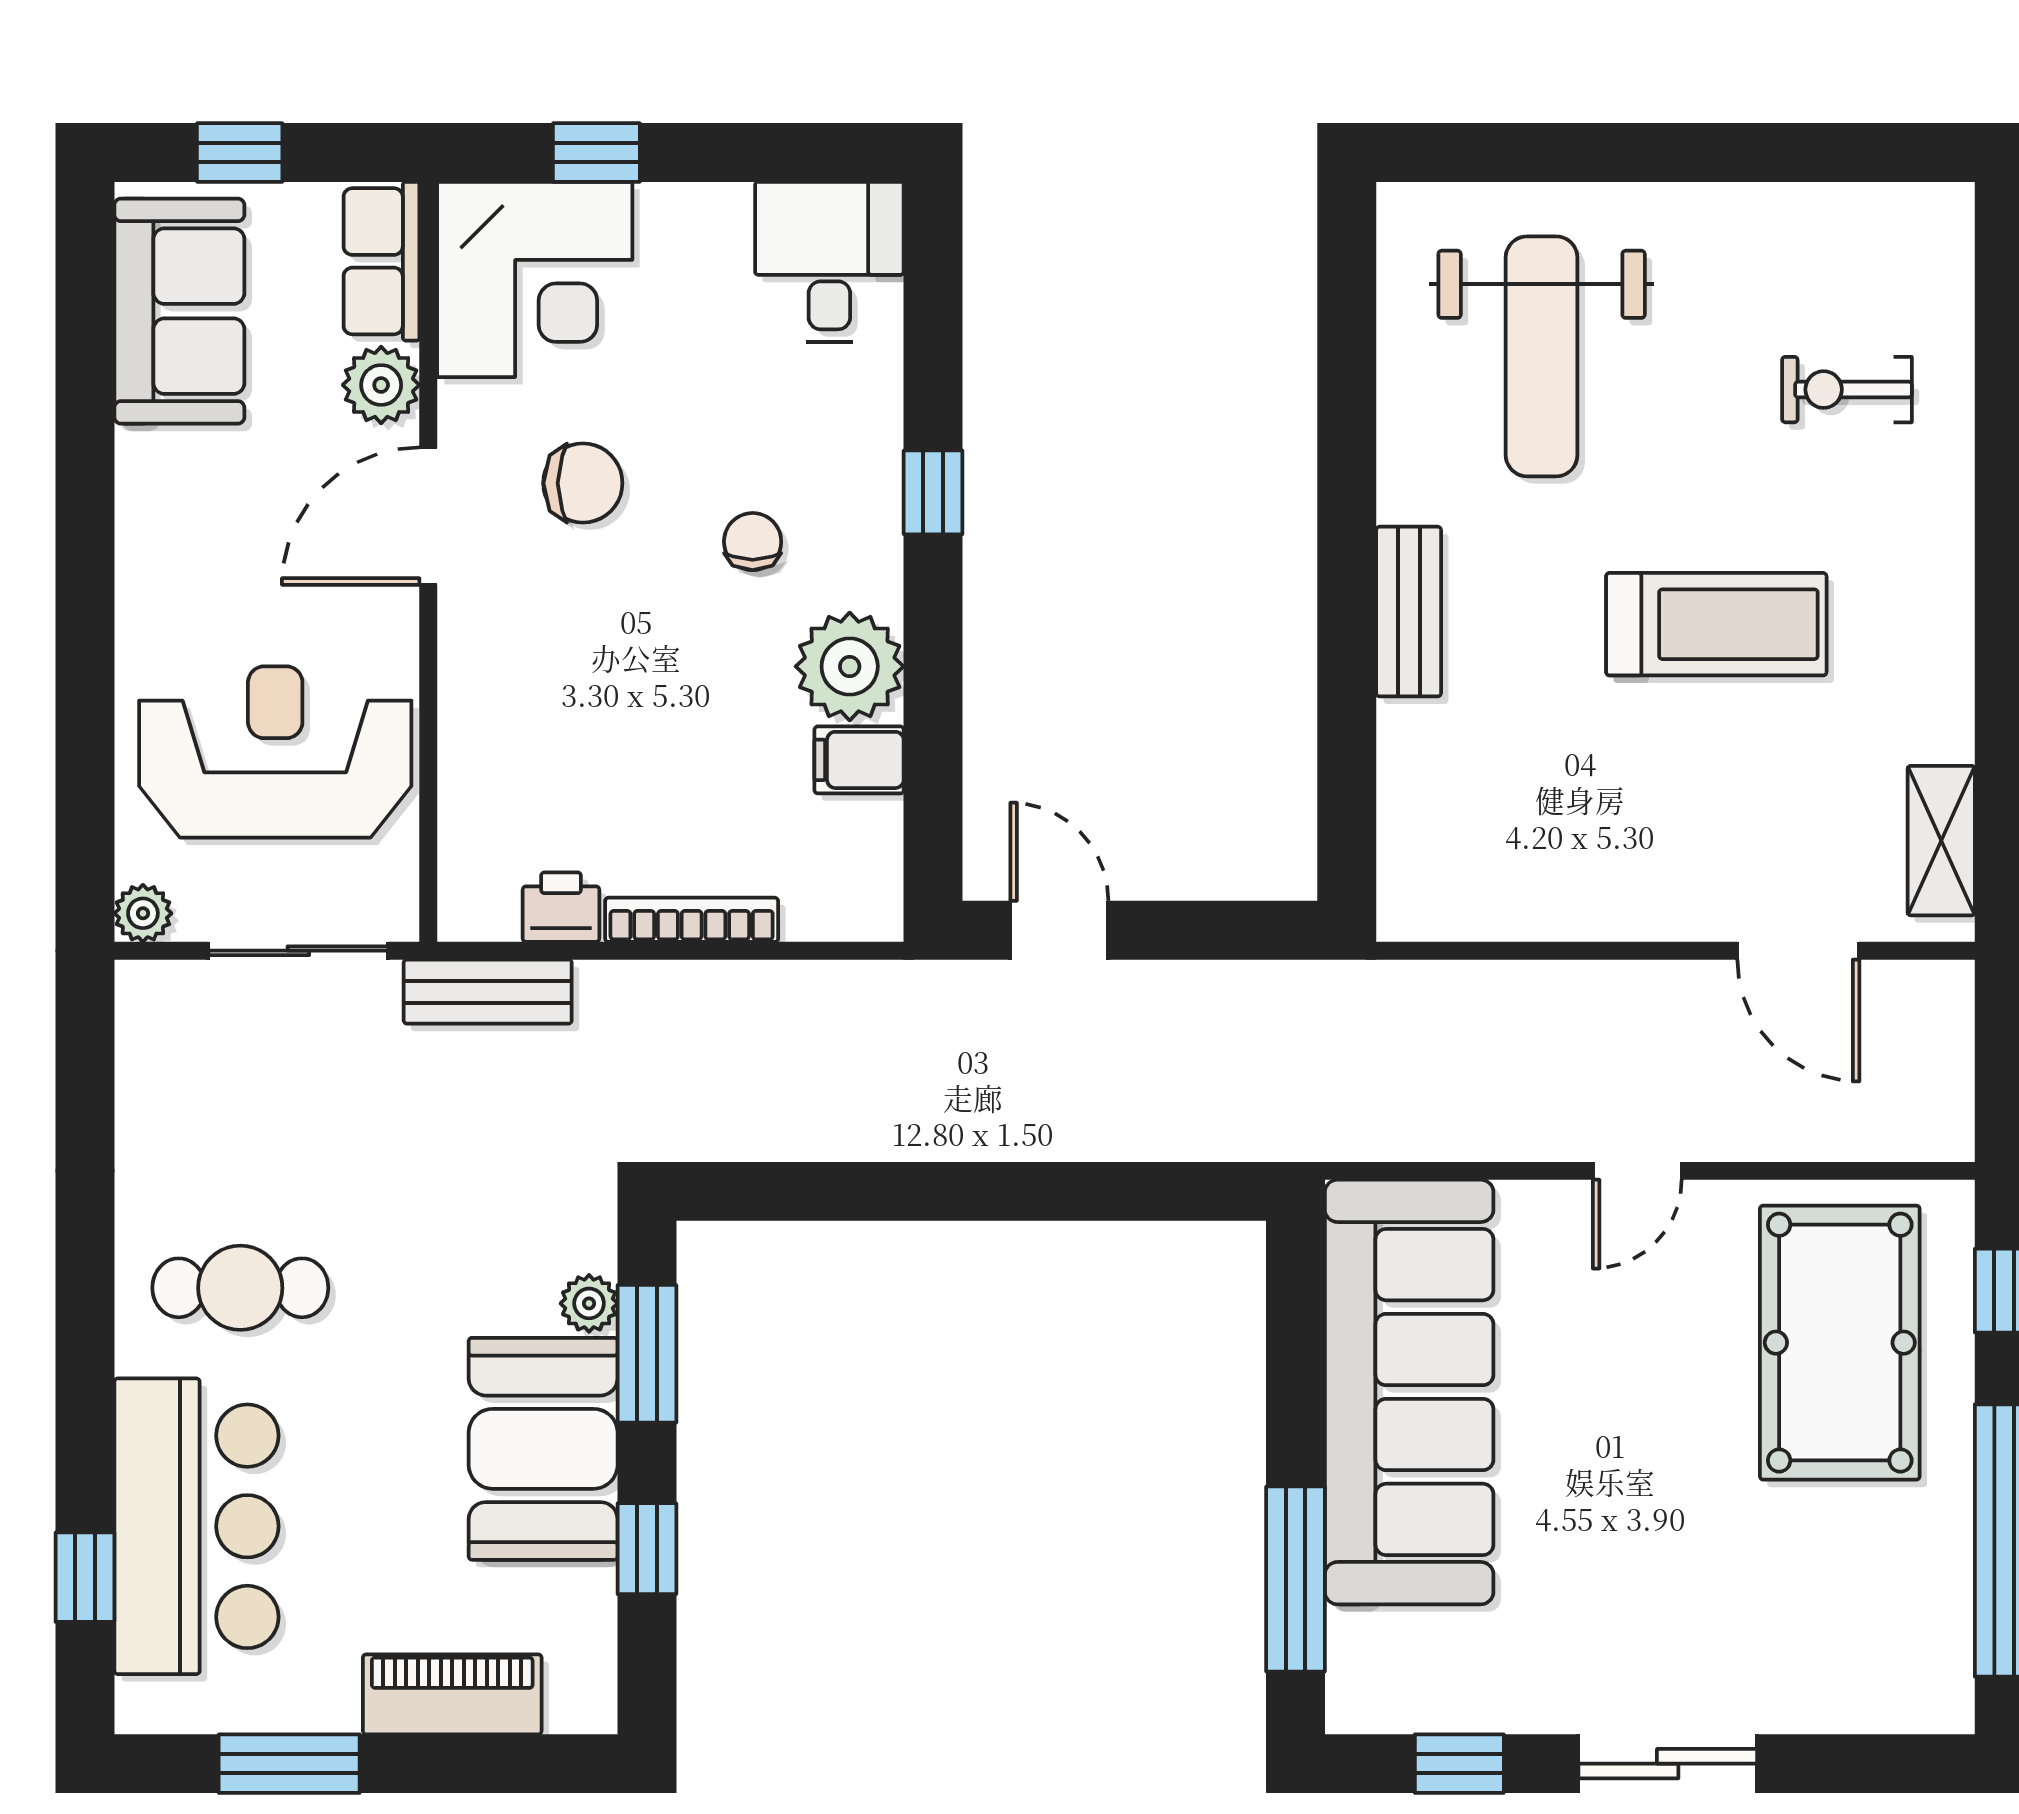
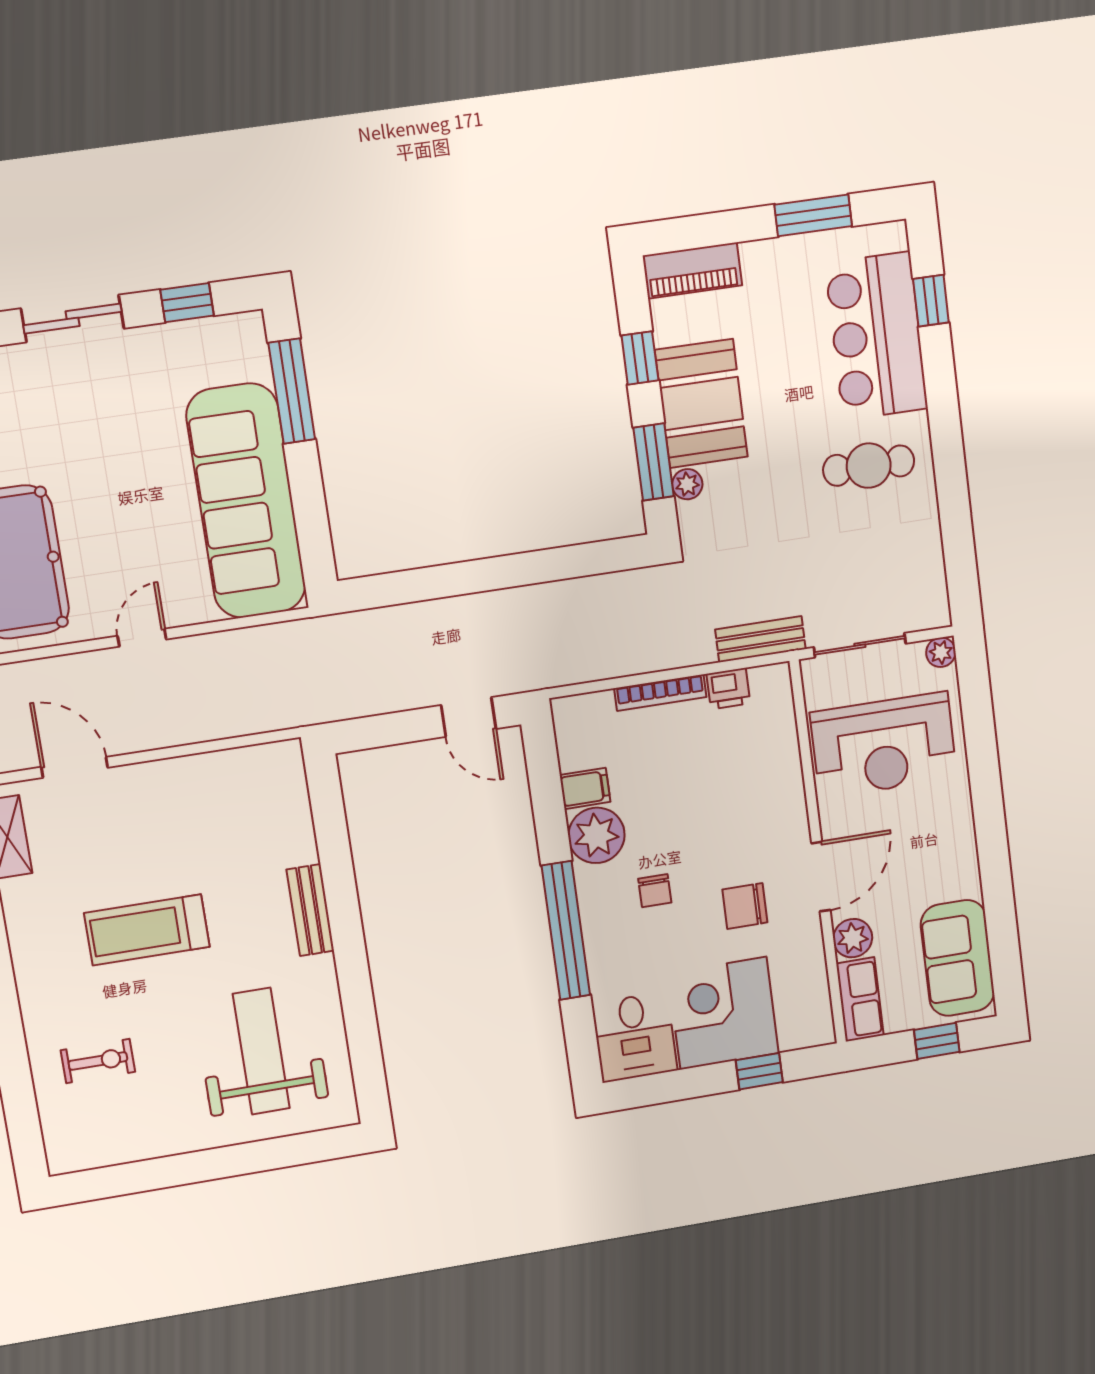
corner desk: (535, 279) -> (723, 1013), moved
window: (933, 492) -> (566, 931), width x3.17
piano: (452, 1694) -> (692, 270), moved

